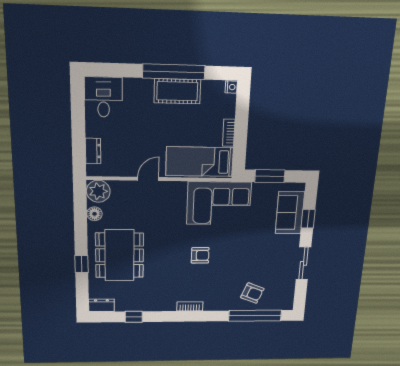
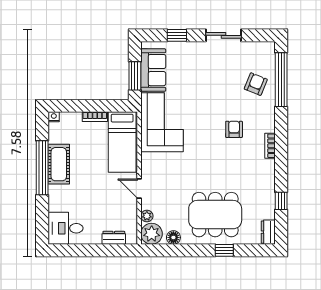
plant: (118, 187) -> (147, 216), added
sofa: (290, 213) -> (153, 70), moved, turned -90
armchair: (200, 255) -> (234, 129), moved

